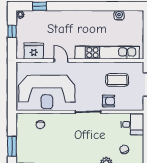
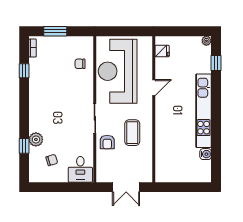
window: (12, 31) -> (187, 31), removed
fridge: (34, 51) -> (162, 51), width x0.53, depth x0.75
kitchen unit: (107, 53) -> (204, 111), moved, turned 180
coffee table: (117, 80) -> (132, 133), moved

